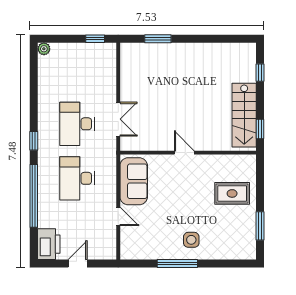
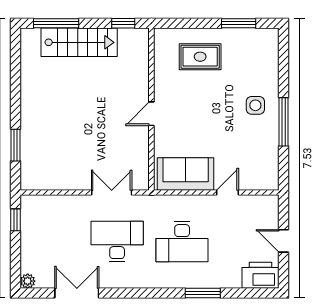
window: (260, 73) -> (56, 23), width x2.17
double door: (34, 90) -> (77, 293), added
stairs: (244, 115) -> (79, 42), moved
desk: (77, 124) -> (117, 242), turned 180
window: (34, 141) -> (137, 293), removed
rug: (232, 193) -> (200, 57), turned 90
window: (34, 196) -> (203, 293), width x0.47

